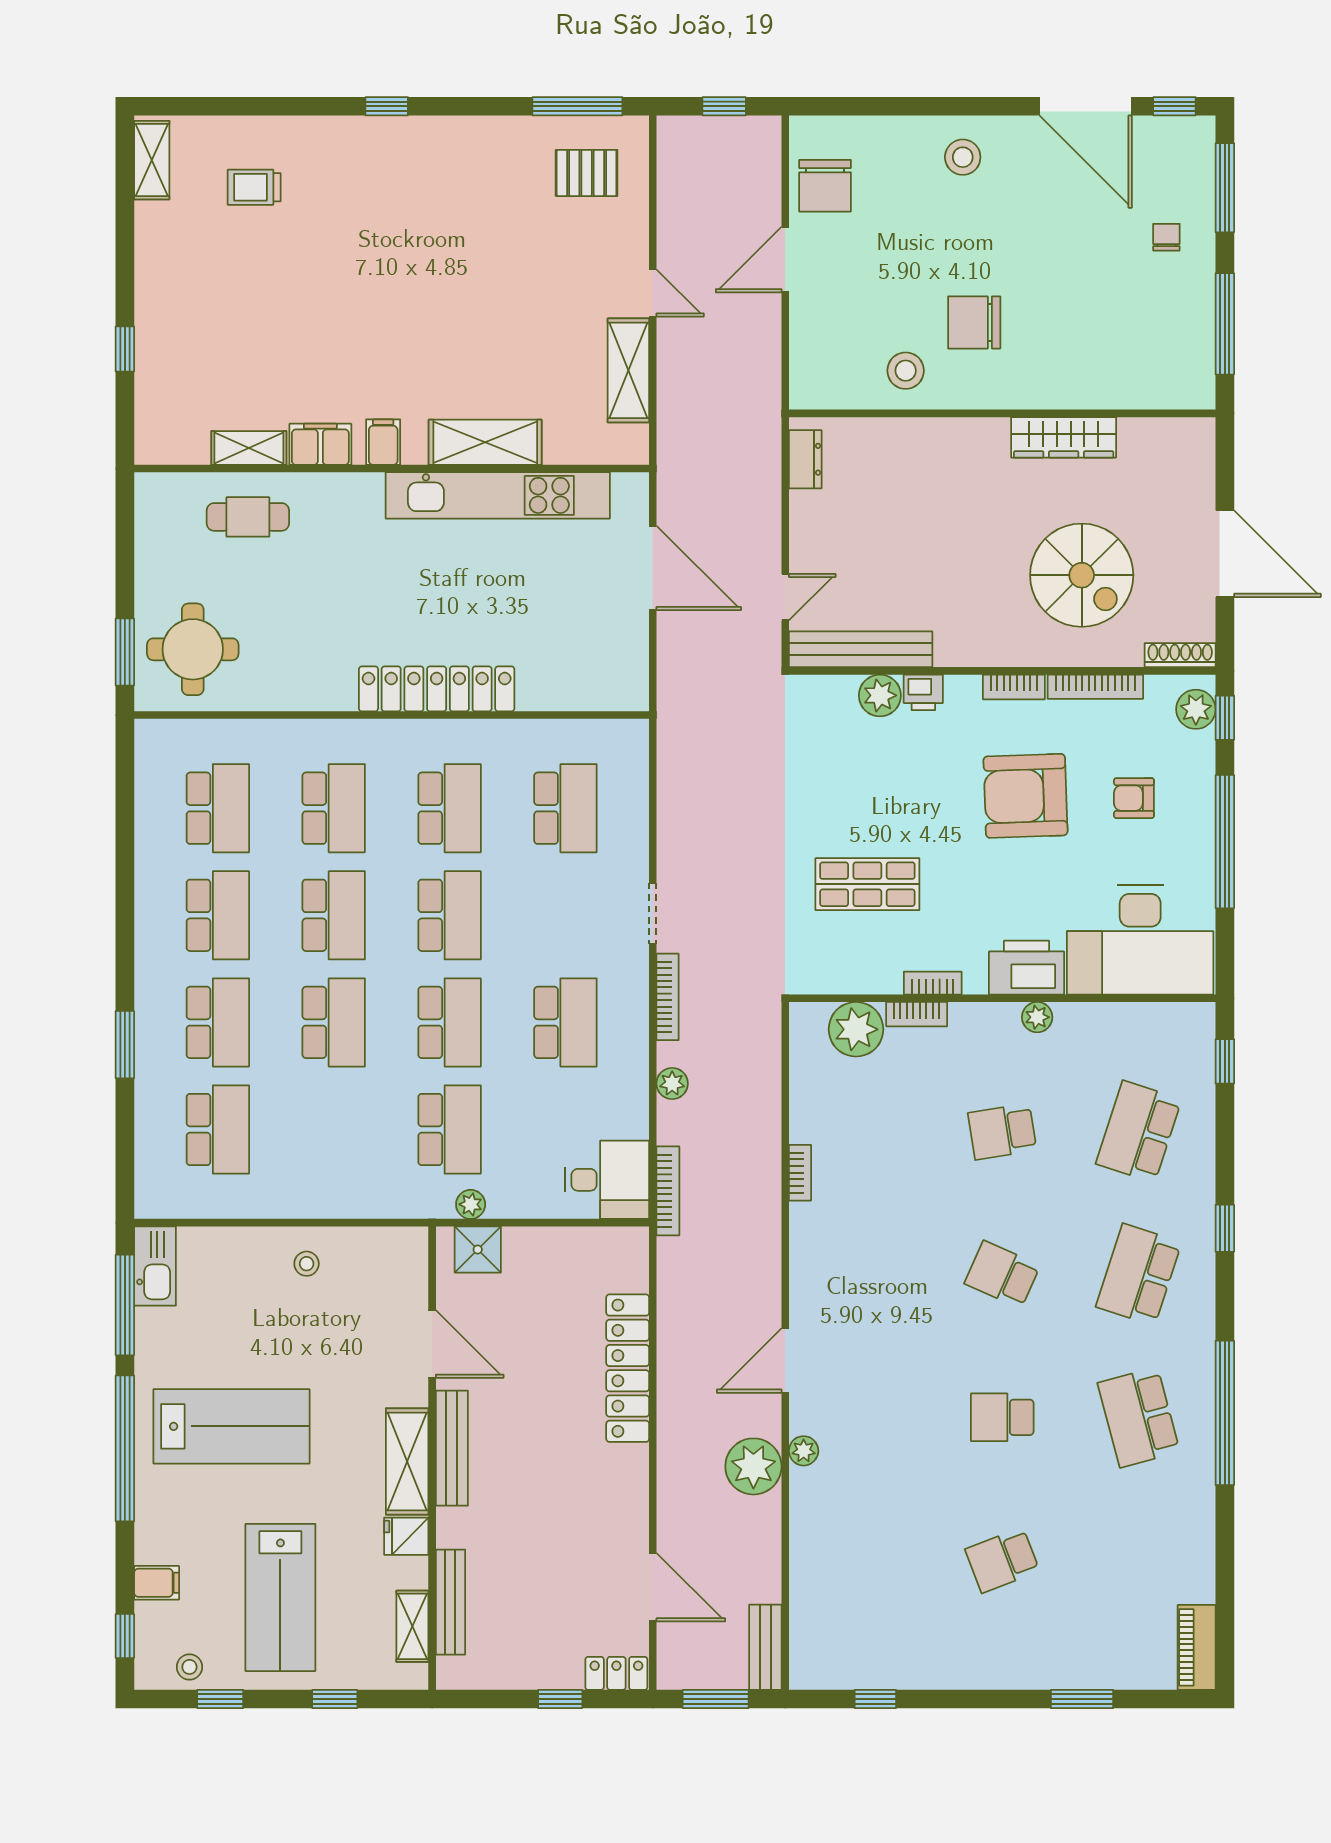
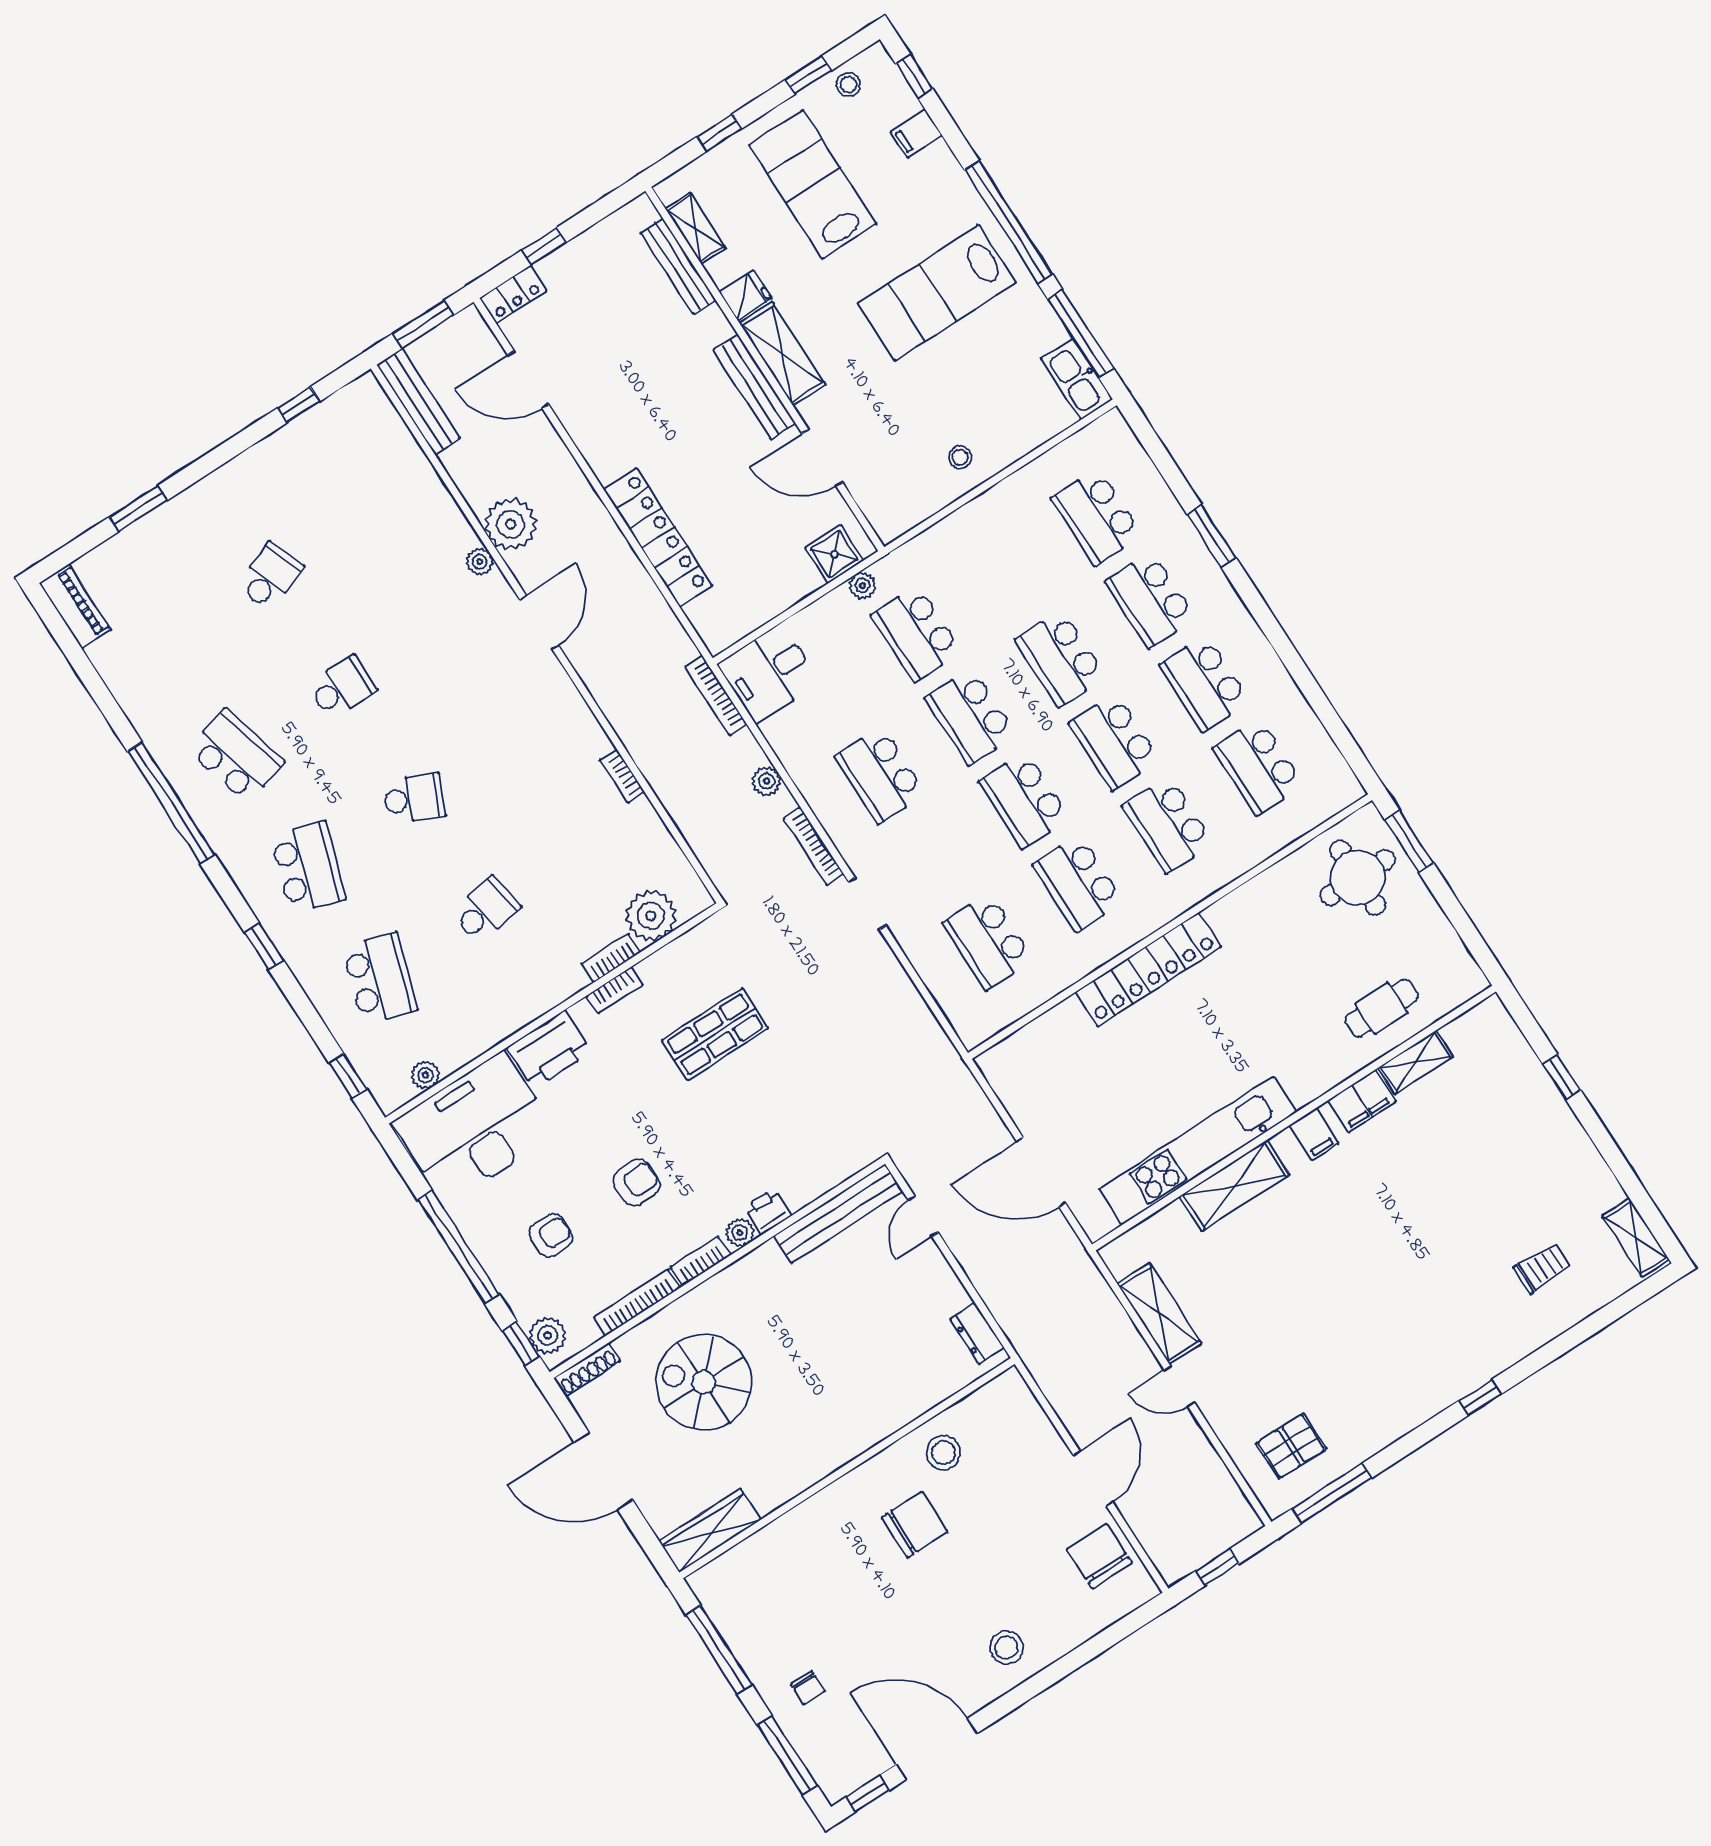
wardrobe: (1064, 437) -> (710, 1530), moved
plant: (880, 695) -> (740, 1233), moved, width x0.73, depth x0.73
armchair: (1025, 796) -> (636, 1182), width x0.53, depth x0.53
plant: (1037, 1017) -> (425, 1075), moved
bench: (765, 1647) -> (418, 402), width x1.36

